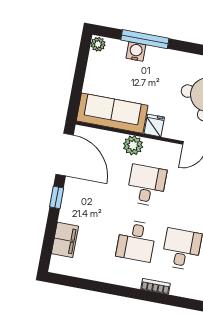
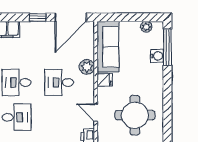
window: (145, 39) -> (167, 47), moved
plant: (98, 44) -> (146, 27), moved
desk: (147, 185) -> (59, 82), turned 180

